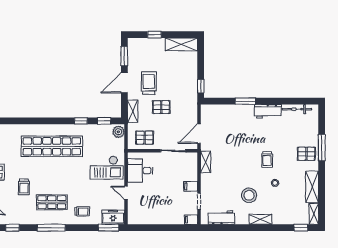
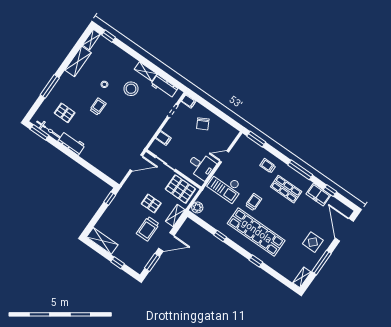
window: (245, 101) -> (39, 132), moved
window: (104, 121) -> (256, 261), moved
pallet: (144, 138) -> (180, 189), width x1.50, depth x1.42
pallet: (306, 154) -> (65, 113), moved
shelving: (206, 162) -> (147, 138), removed
checkout: (107, 168) -> (225, 186), turned 180
filing cabinet: (191, 186) -> (163, 138), moved
trolley: (24, 187) -> (254, 202), moved
door: (126, 193) -> (224, 157), swing flipped
chair: (165, 208) -> (203, 124), added
freezer: (113, 217) -> (318, 195), moved
shelving: (261, 219) -> (146, 72), moved

